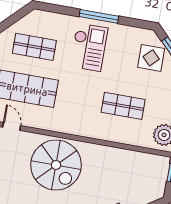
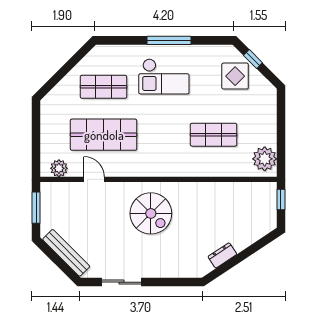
checkout: (89, 47) -> (164, 76), turned 90
spiral stairs: (56, 165) -> (151, 213), width x0.73, depth x0.73

